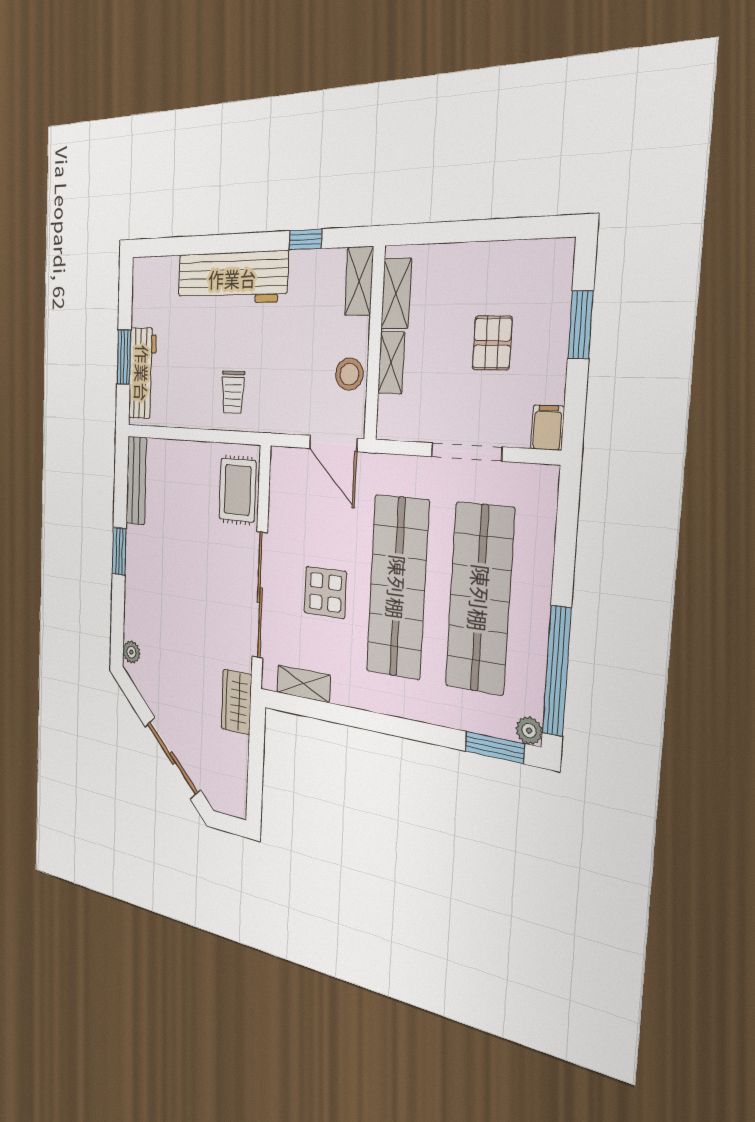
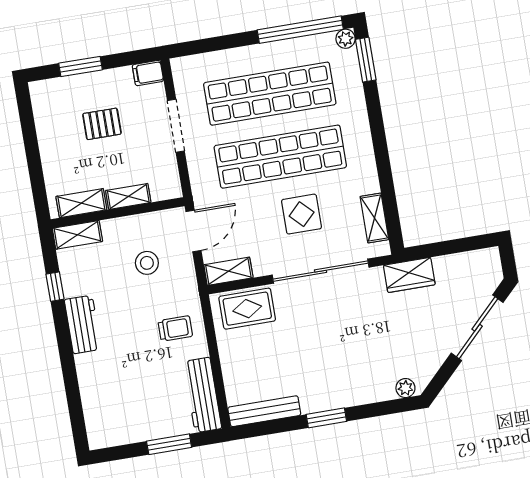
workbench: (232, 278) -> (83, 324), width x0.53, depth x0.76
workbench: (142, 373) -> (203, 395), moved, turned -90
stool: (349, 374) -> (147, 263), moved
shelving: (281, 478) -> (228, 271), added

